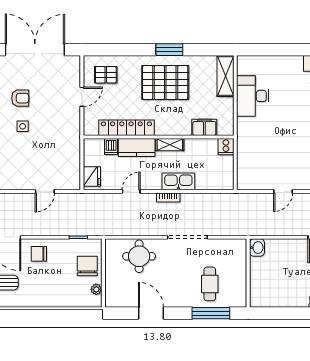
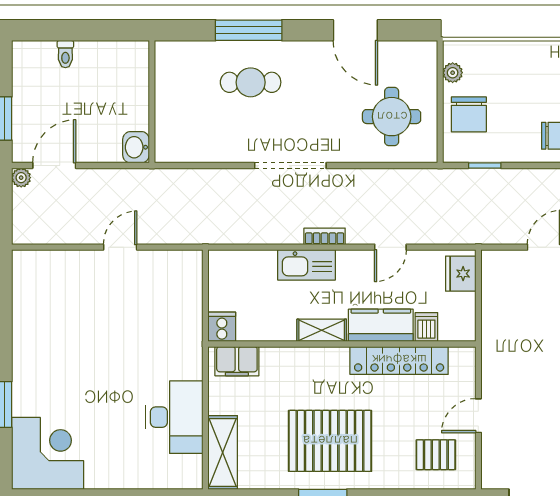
filing cabinet: (204, 127) -> (237, 361), moved
washbasin: (257, 247) -> (136, 147), moved
round table: (139, 256) -> (392, 117), moved
wall: (248, 273) -> (152, 102), moved
cafe table: (210, 284) -> (251, 82), turned 90

